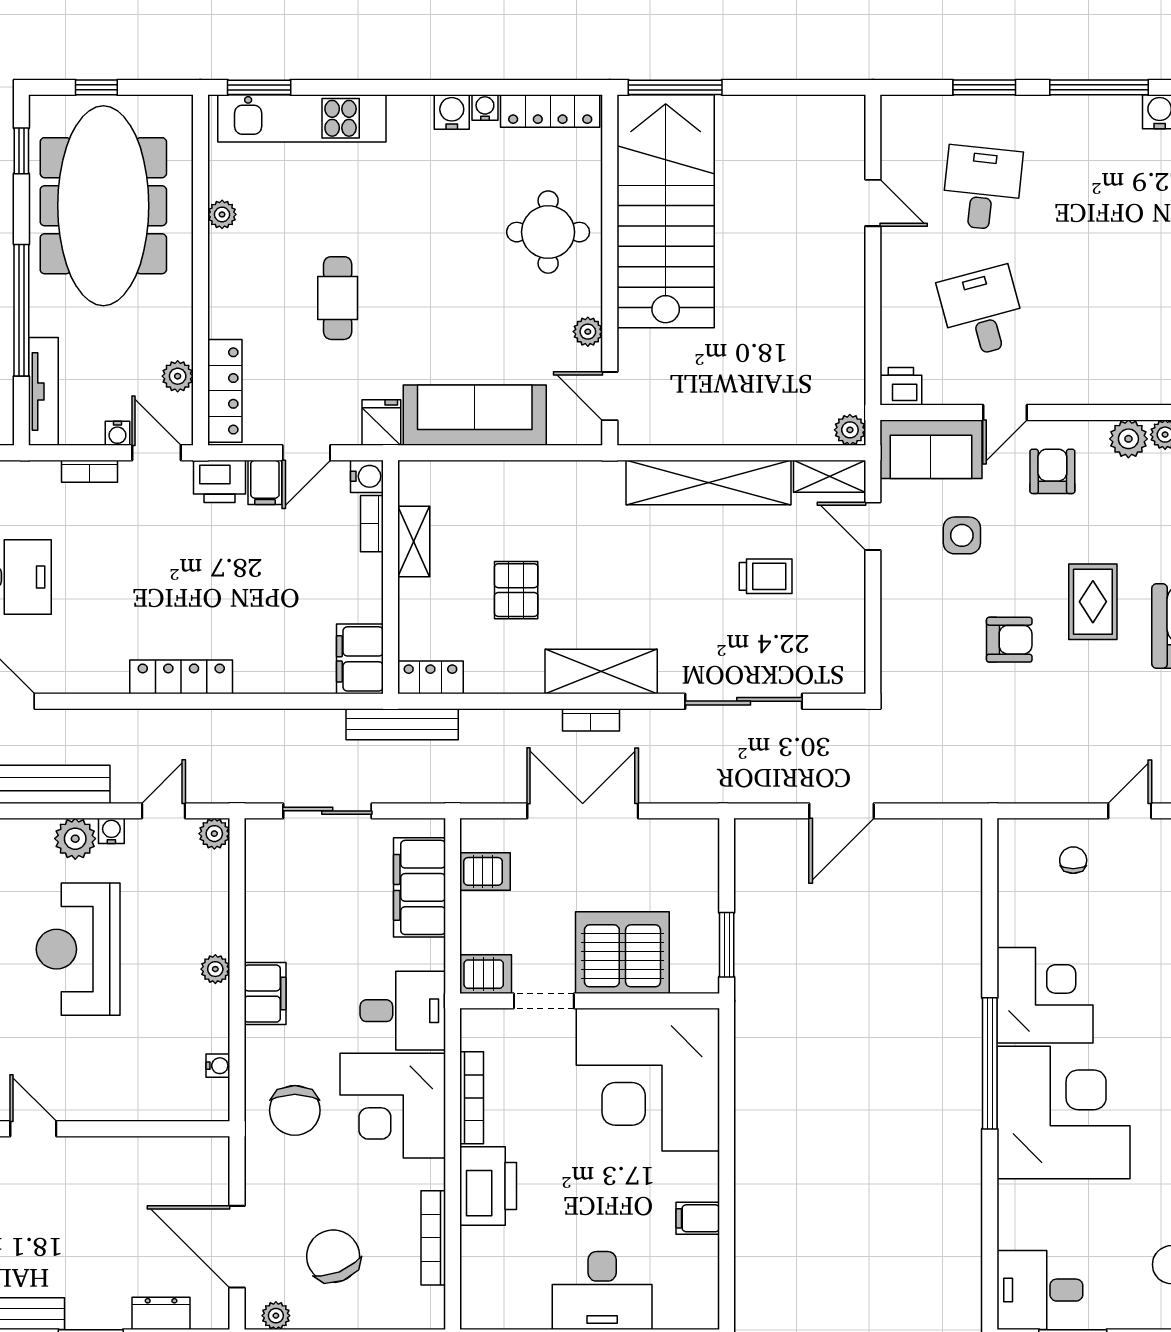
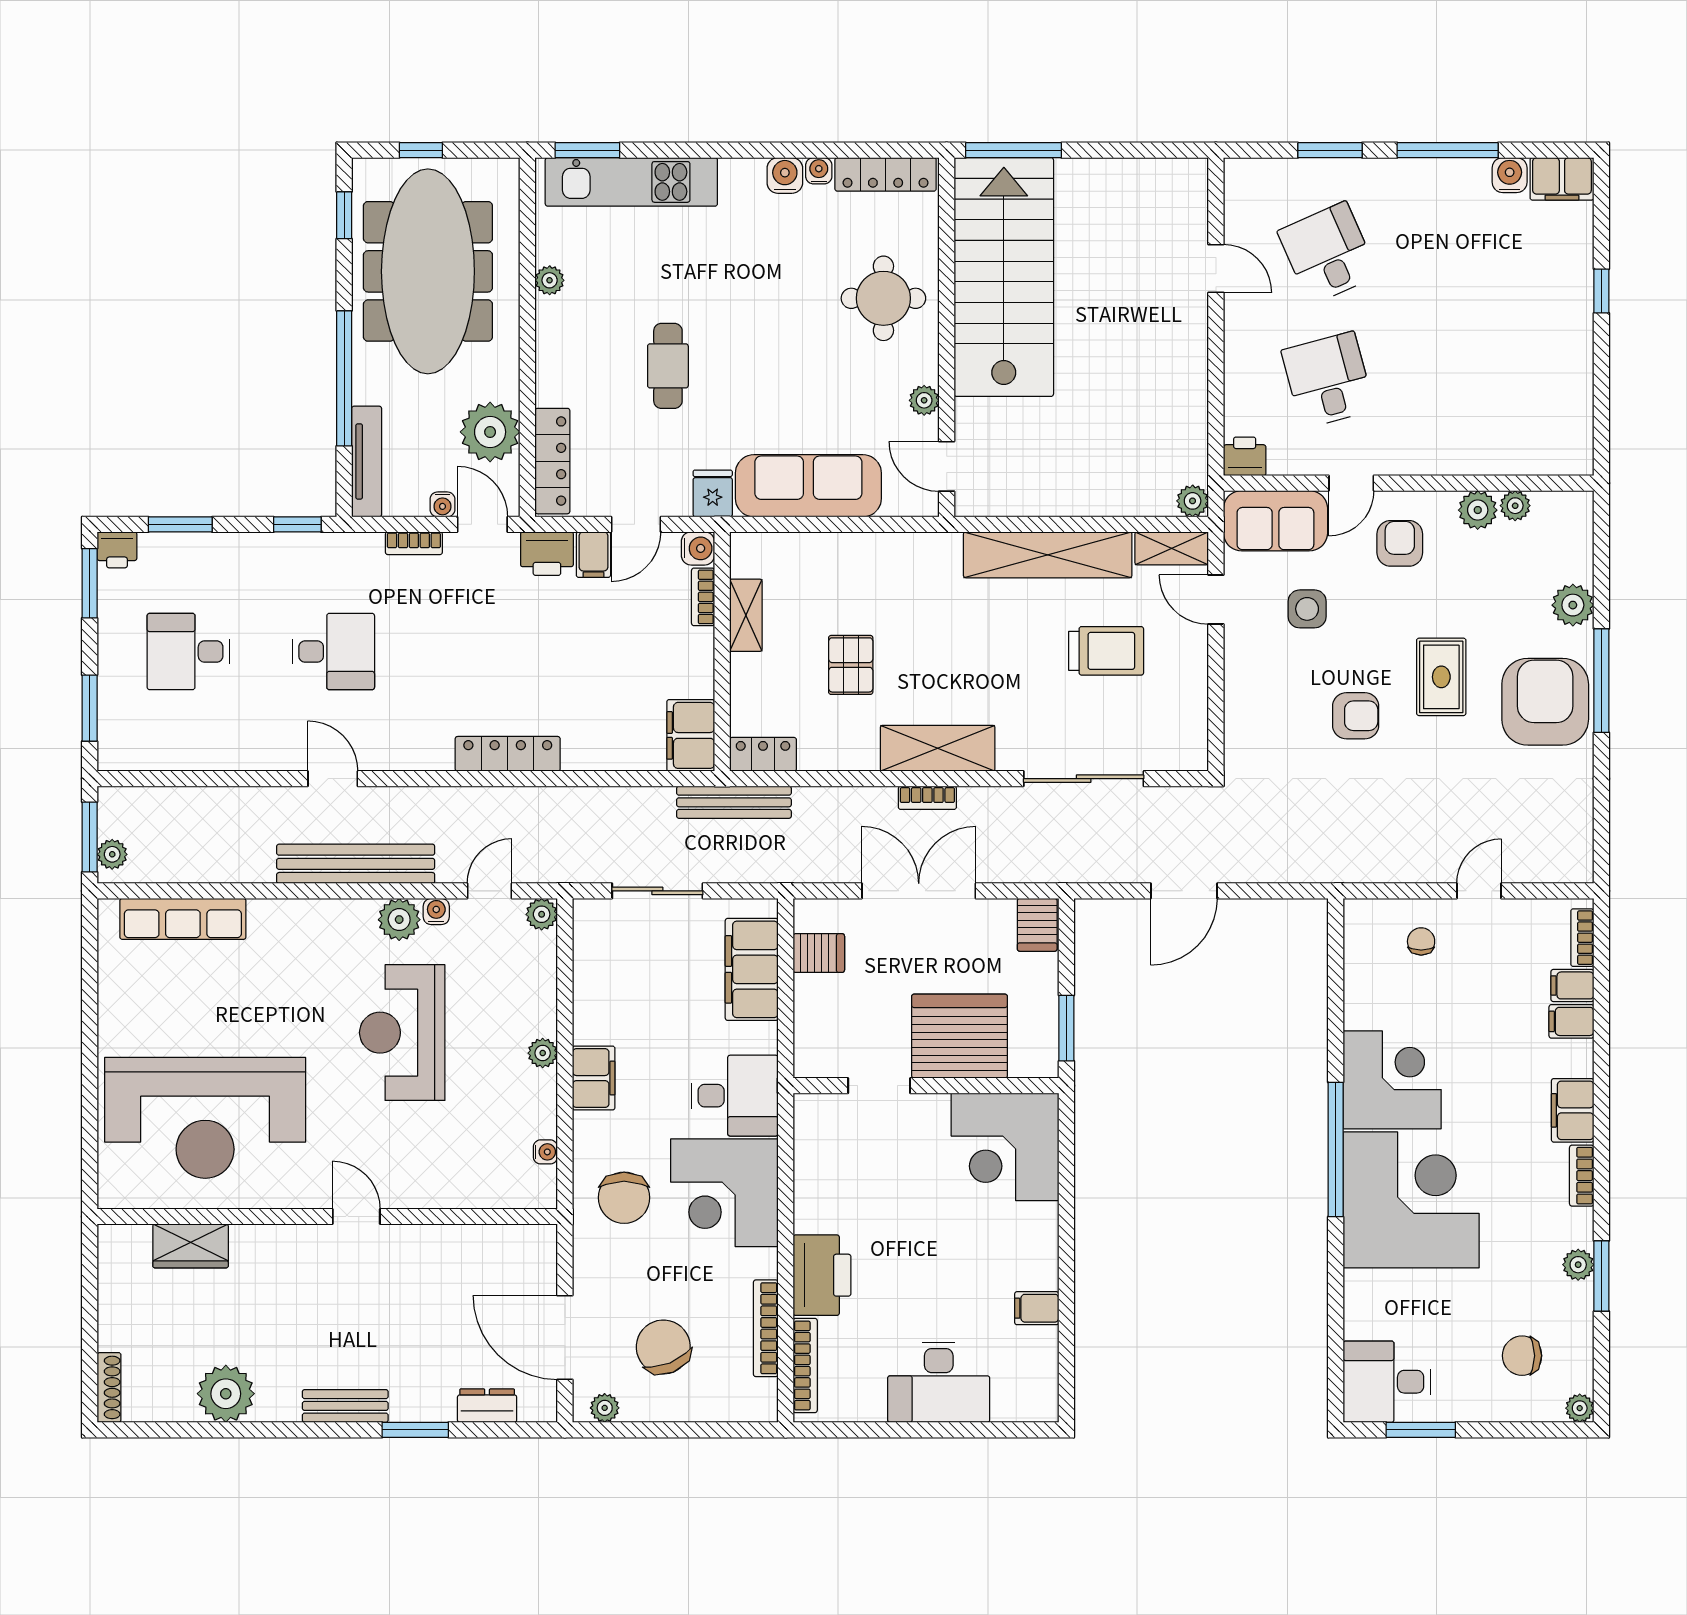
desk: (982, 188) -> (1328, 253), turned -30
plant: (178, 376) -> (490, 432), width x1.88, depth x1.88
trolley: (766, 576) -> (1106, 651), width x1.36, depth x1.39
server rack: (486, 974) -> (1037, 925), moved, turned 90
corner desk: (648, 1080) -> (1005, 1147), width x0.74, depth x0.74
bookcase: (472, 1098) -> (805, 1366), moved

